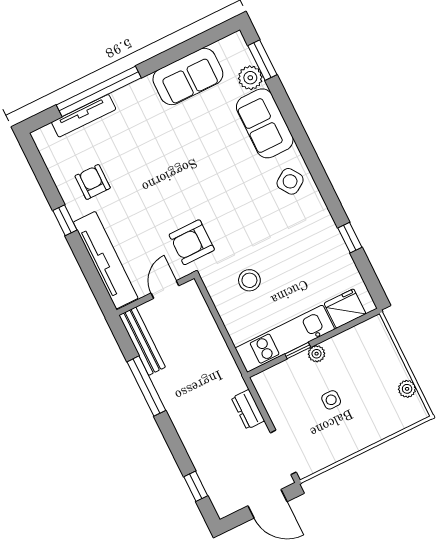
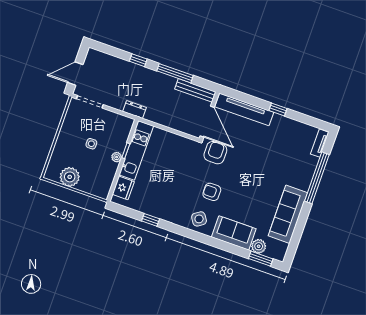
sofa: (188, 76) -> (288, 214), width x1.36
tv unit: (84, 116) -> (320, 143), moved, width x0.71
armchair: (93, 182) -> (212, 192), moved, turned 180
stool: (249, 280) -> (175, 160), removed
door: (165, 289) -> (207, 122), width x1.88
plant: (407, 389) -> (70, 177), width x1.87, depth x1.87
dresser: (248, 409) -> (134, 110), moved
window: (196, 486) -> (138, 60), moved

